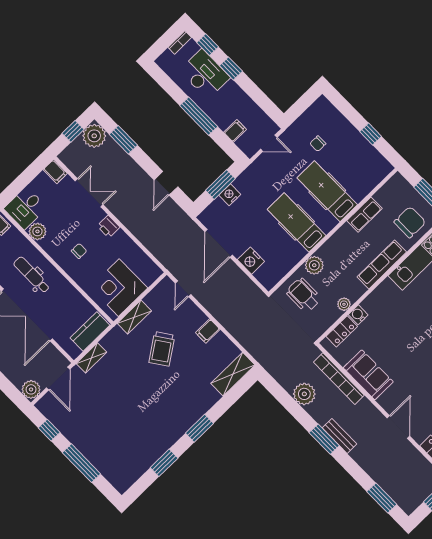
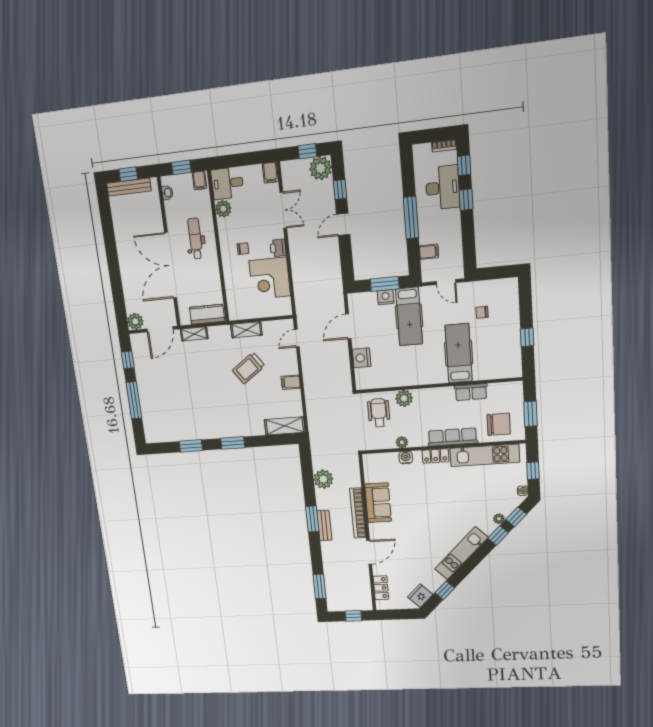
window: (123, 140) -> (340, 189), width x0.67
door: (166, 183) -> (343, 224), moved
hospital bed: (297, 222) -> (409, 316), moved, turned 180
door: (219, 243) -> (348, 326), width x0.73
corner desk: (119, 288) -> (270, 278), moved, turned -90
locker: (342, 331) -> (435, 456), moved
bookcase: (339, 379) -> (358, 513), moved

